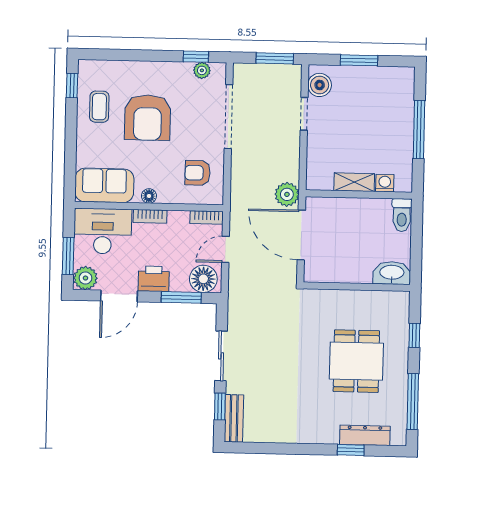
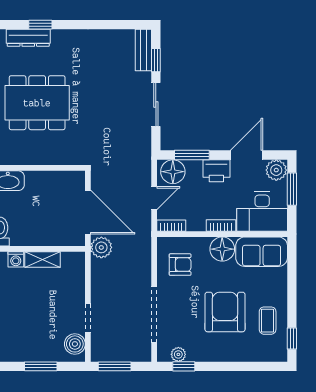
floor lamp: (149, 196) -> (222, 249), width x1.89, depth x1.89
dining table: (356, 361) -> (37, 103), width x1.38

